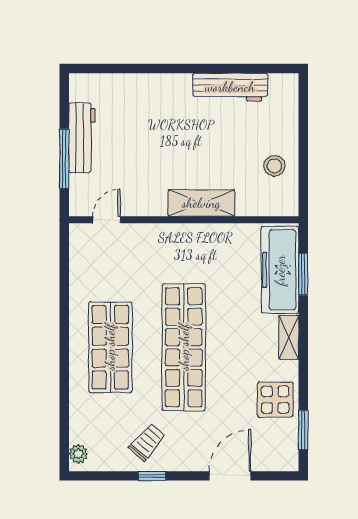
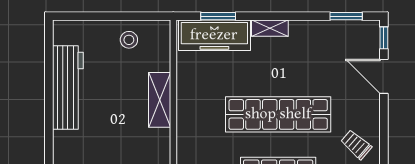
workbench: (230, 87) -> (68, 87), width x1.36, depth x1.32
display table: (275, 400) -> (321, 39), removed
window: (152, 476) -> (384, 38), moved

